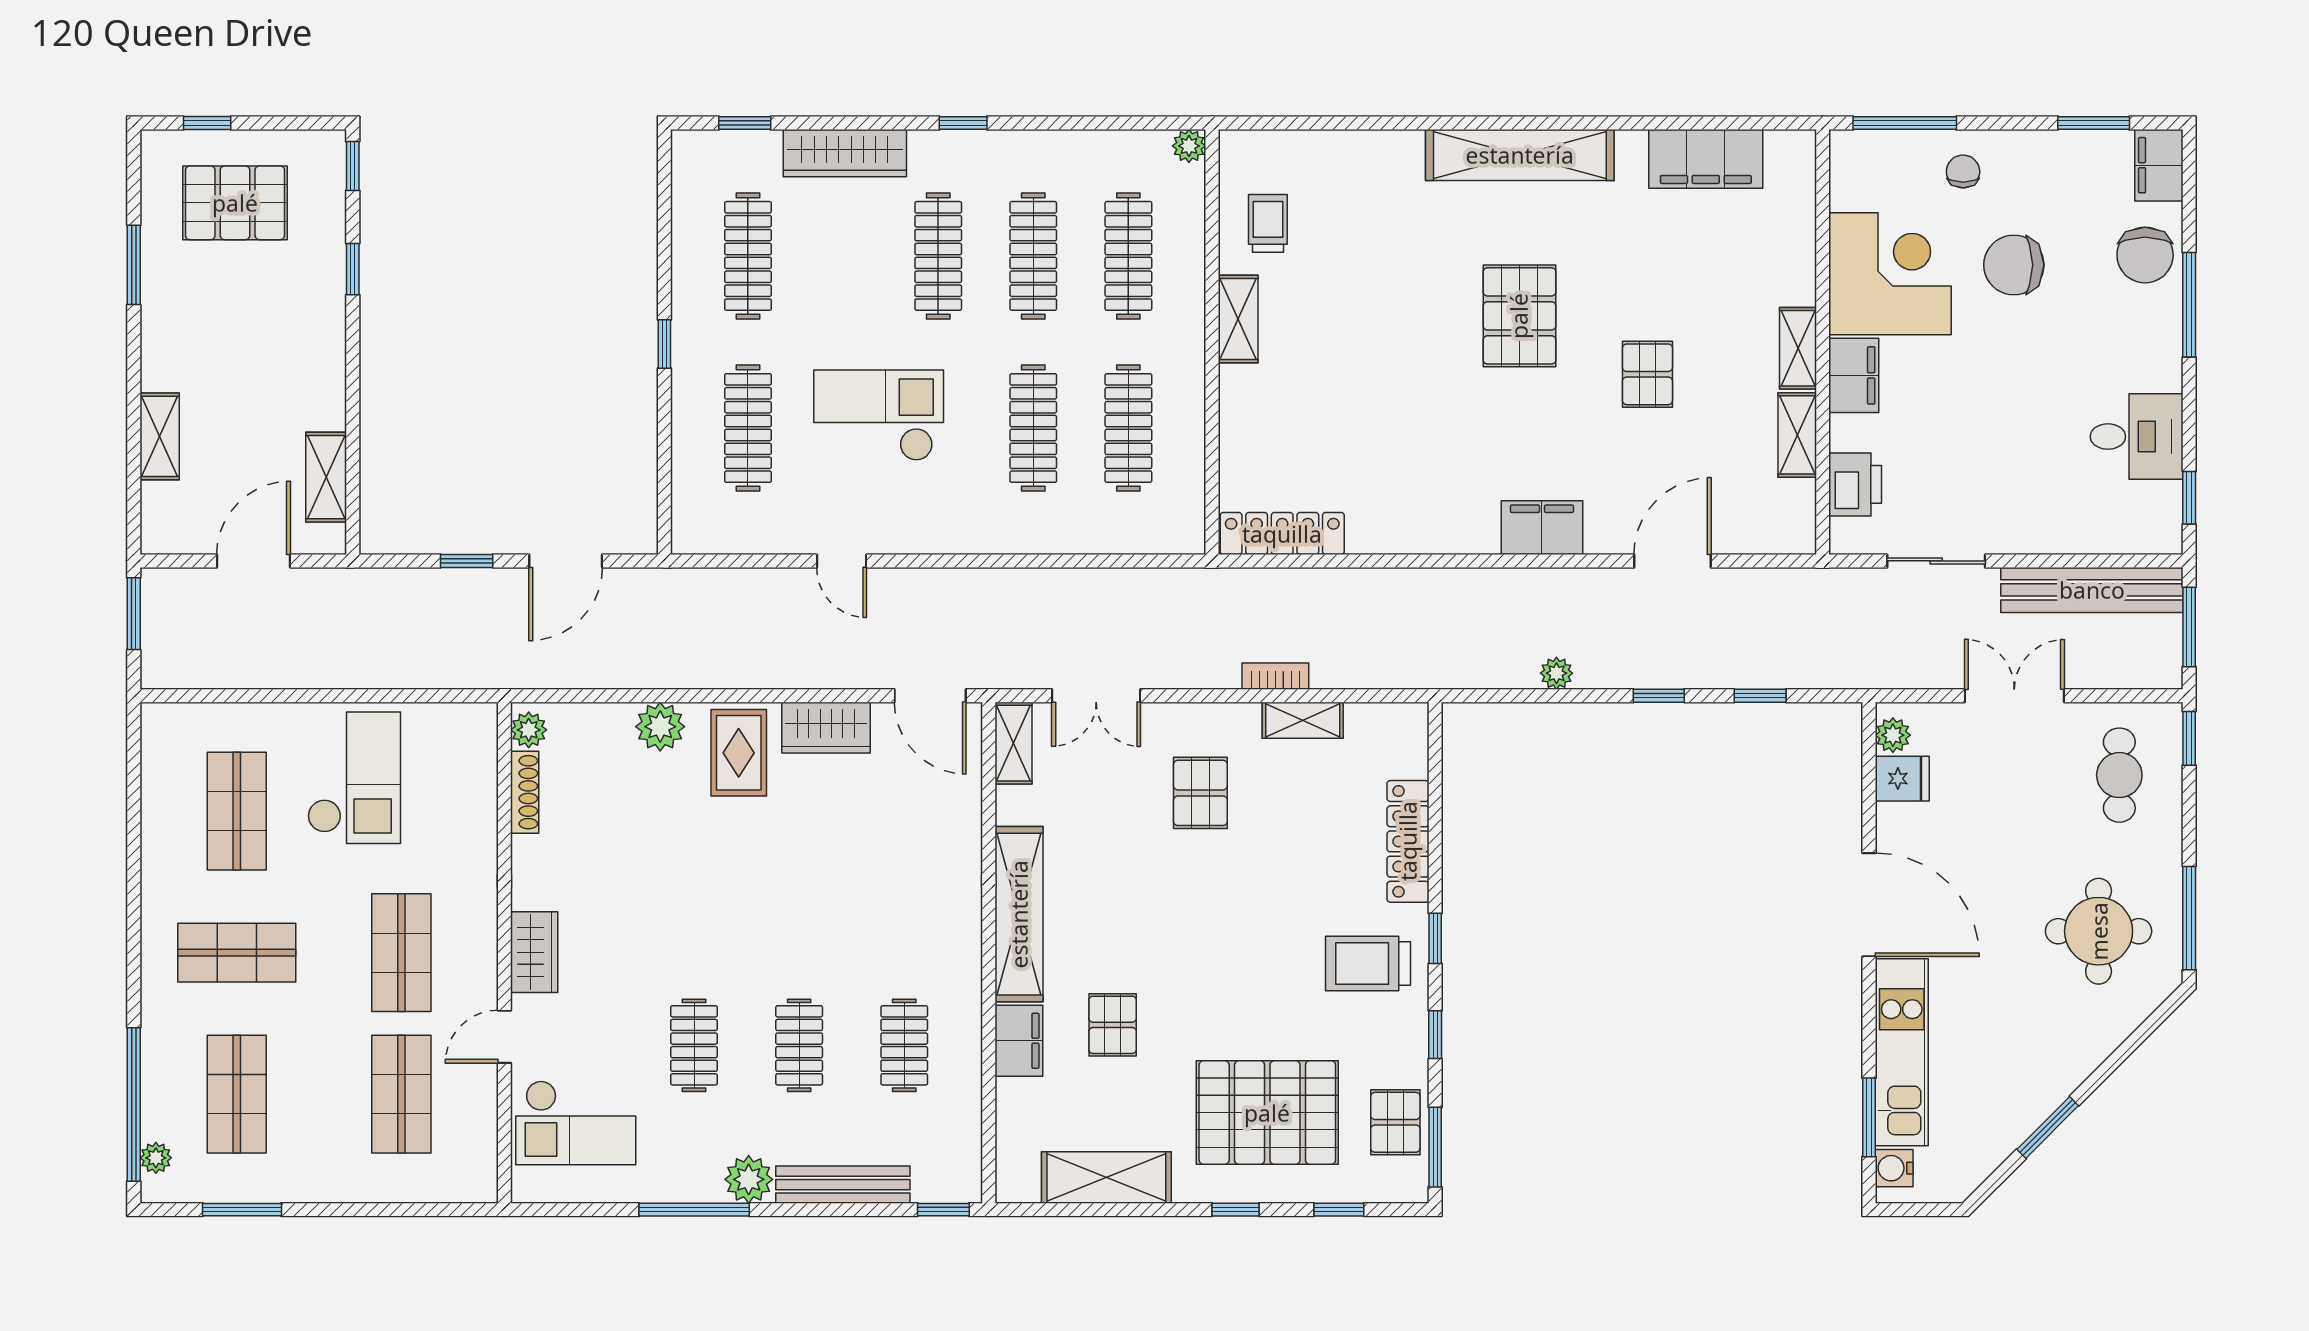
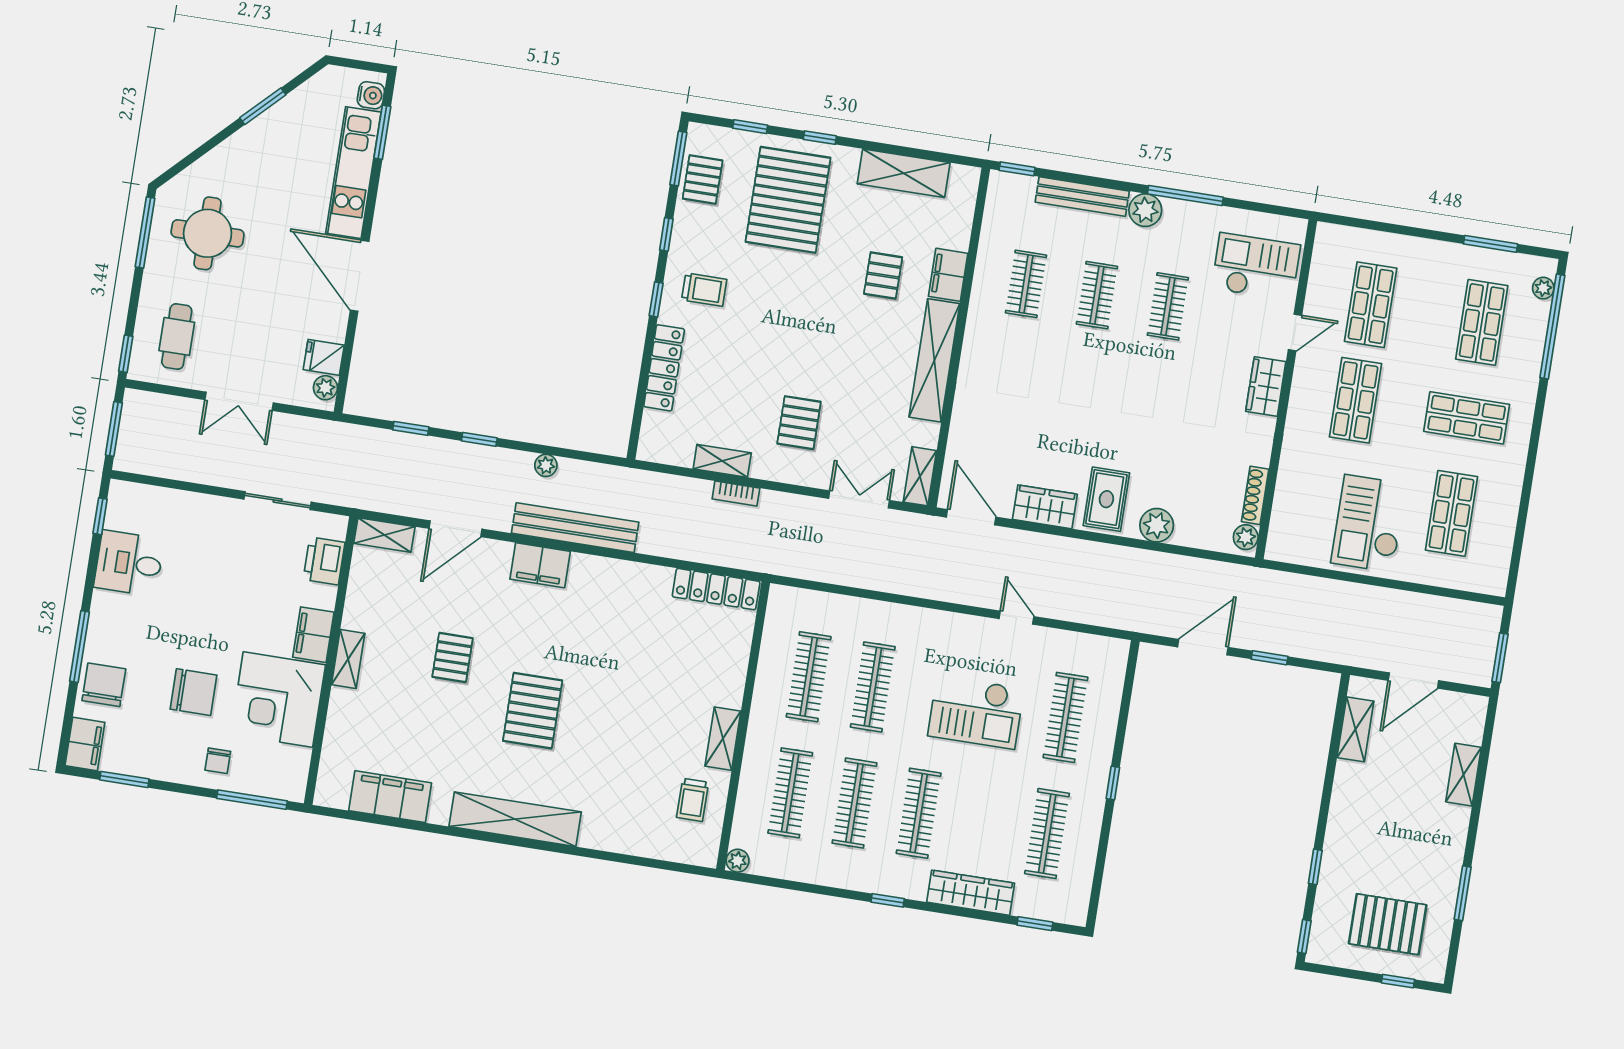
shelving: (1797, 435) -> (384, 535), moved, turned 90
bench: (2092, 590) -> (575, 528), moved
trolley: (1368, 964) -> (704, 290), width x0.73, depth x0.72
pallet: (1267, 1113) -> (788, 200), turned 90

